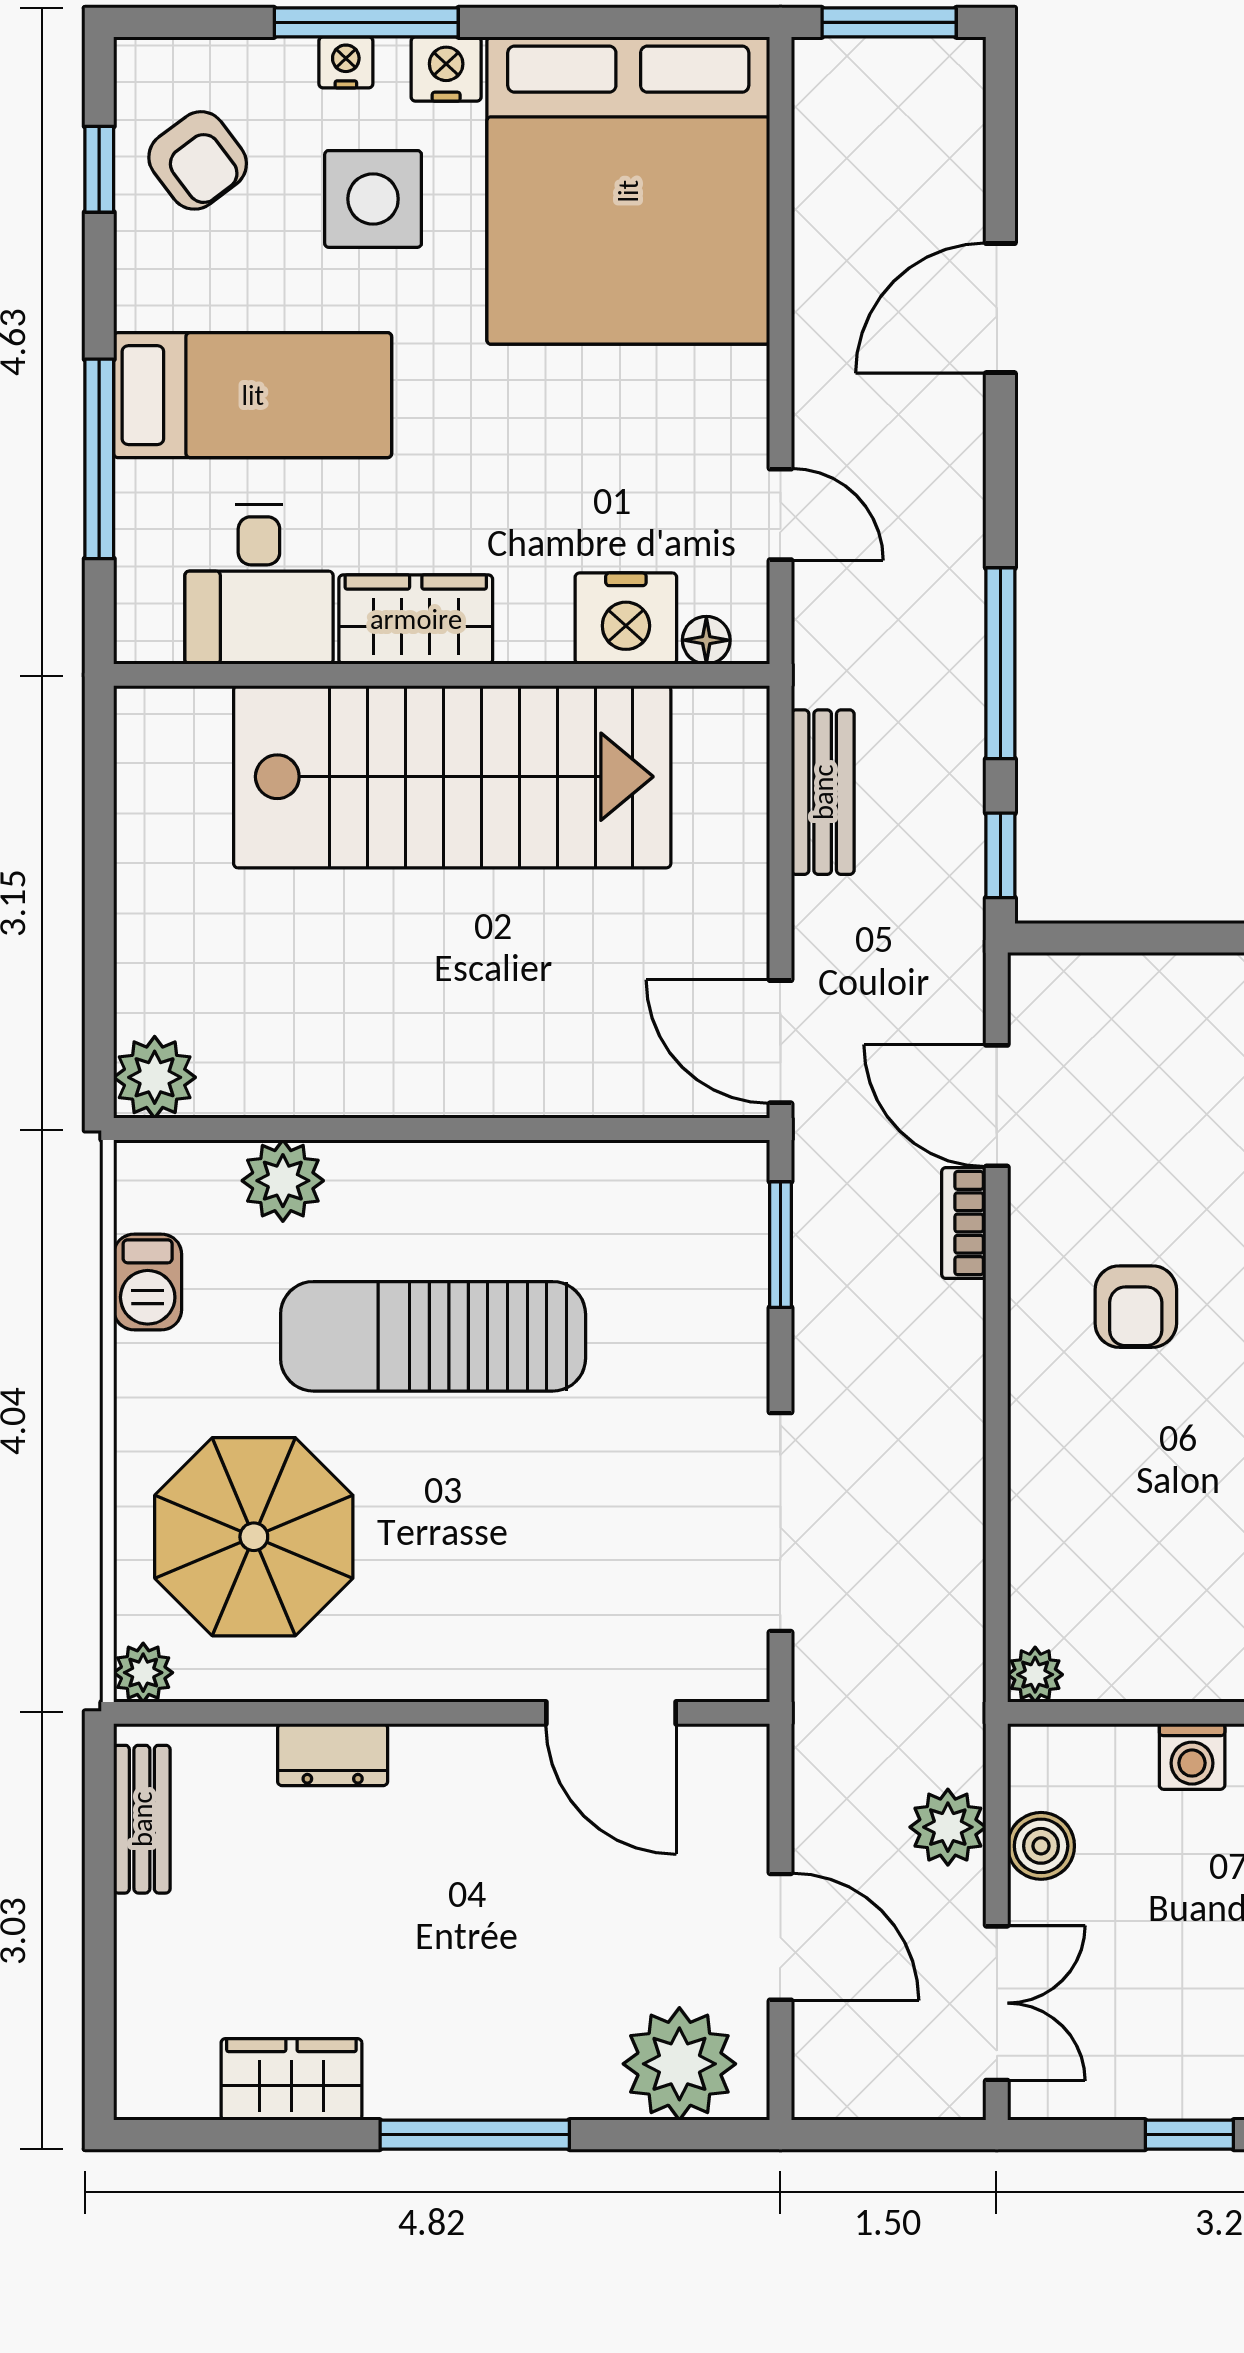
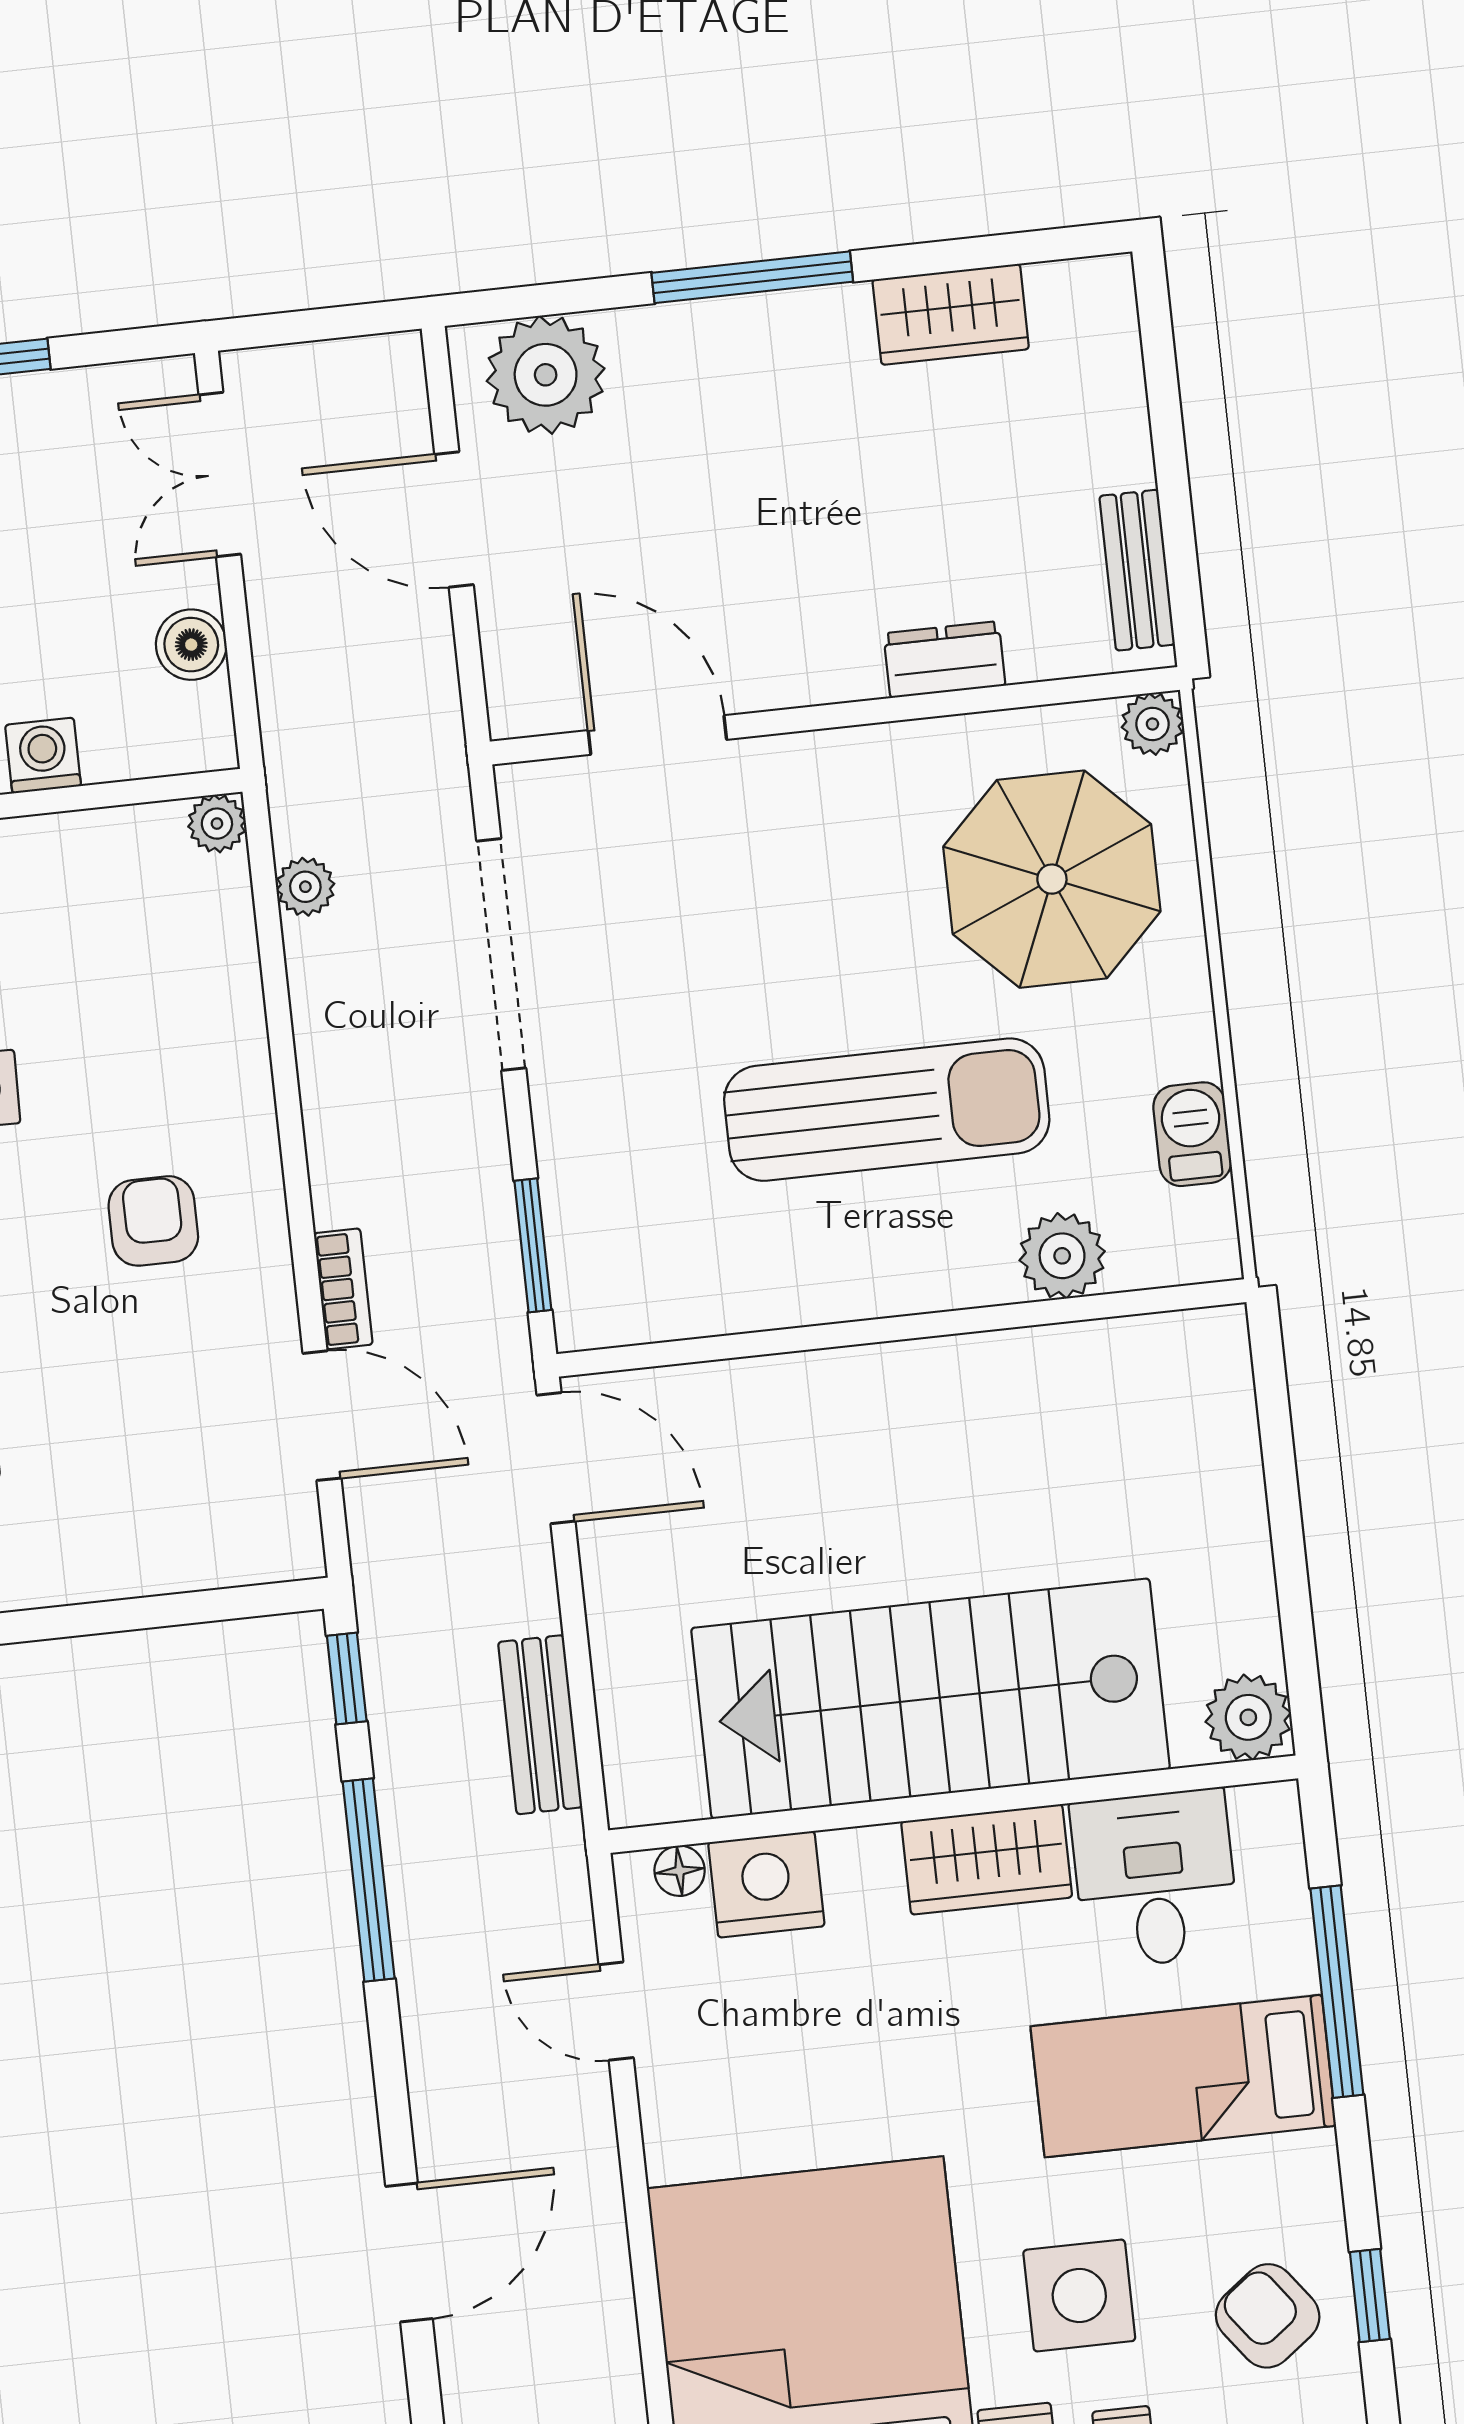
plant: (155, 1077) -> (1248, 1717), moved
plant: (948, 1827) -> (305, 887), moved, width x0.73, depth x0.73

